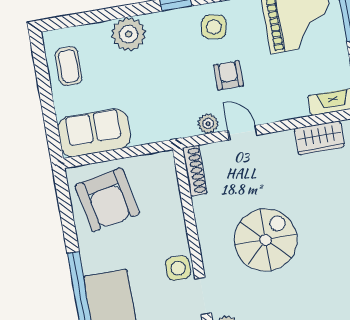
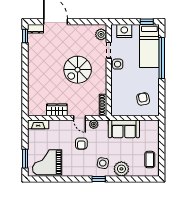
side table: (214, 27) -> (103, 163), moved
sofa: (94, 133) -> (124, 129), moved
wardrobe: (319, 138) -> (57, 110), moved
armchair: (107, 200) -> (143, 99), width x0.53, depth x0.53

